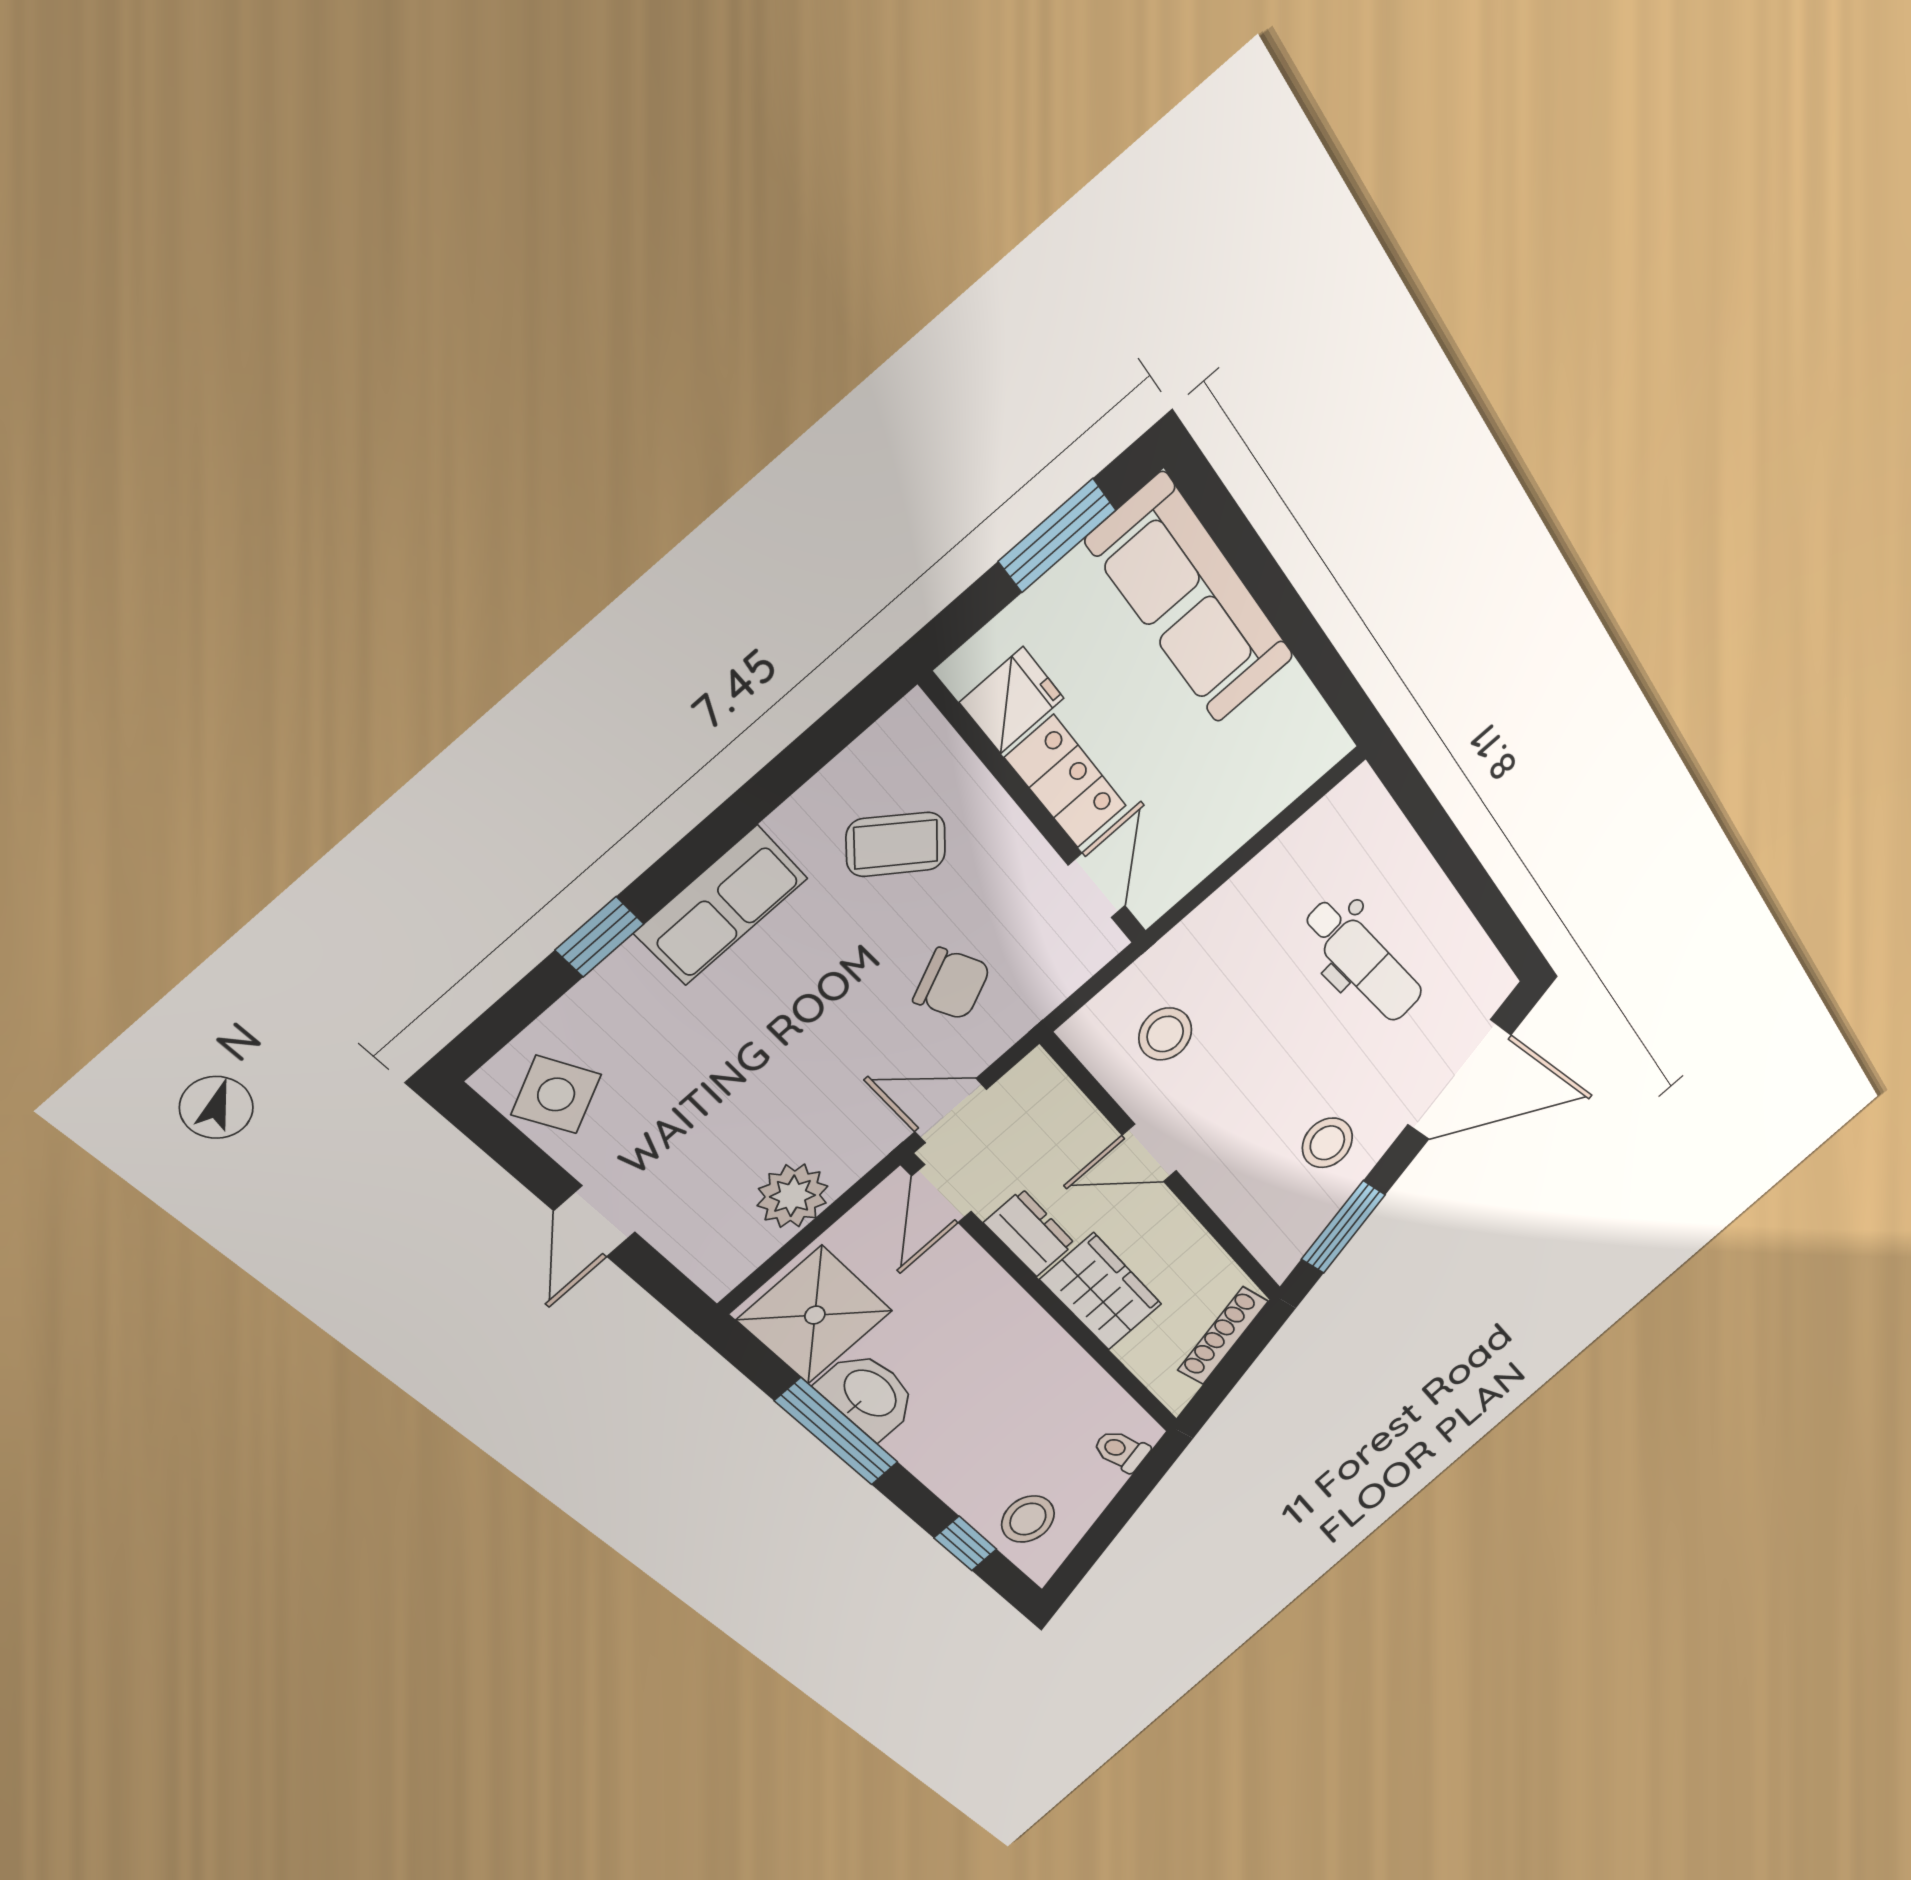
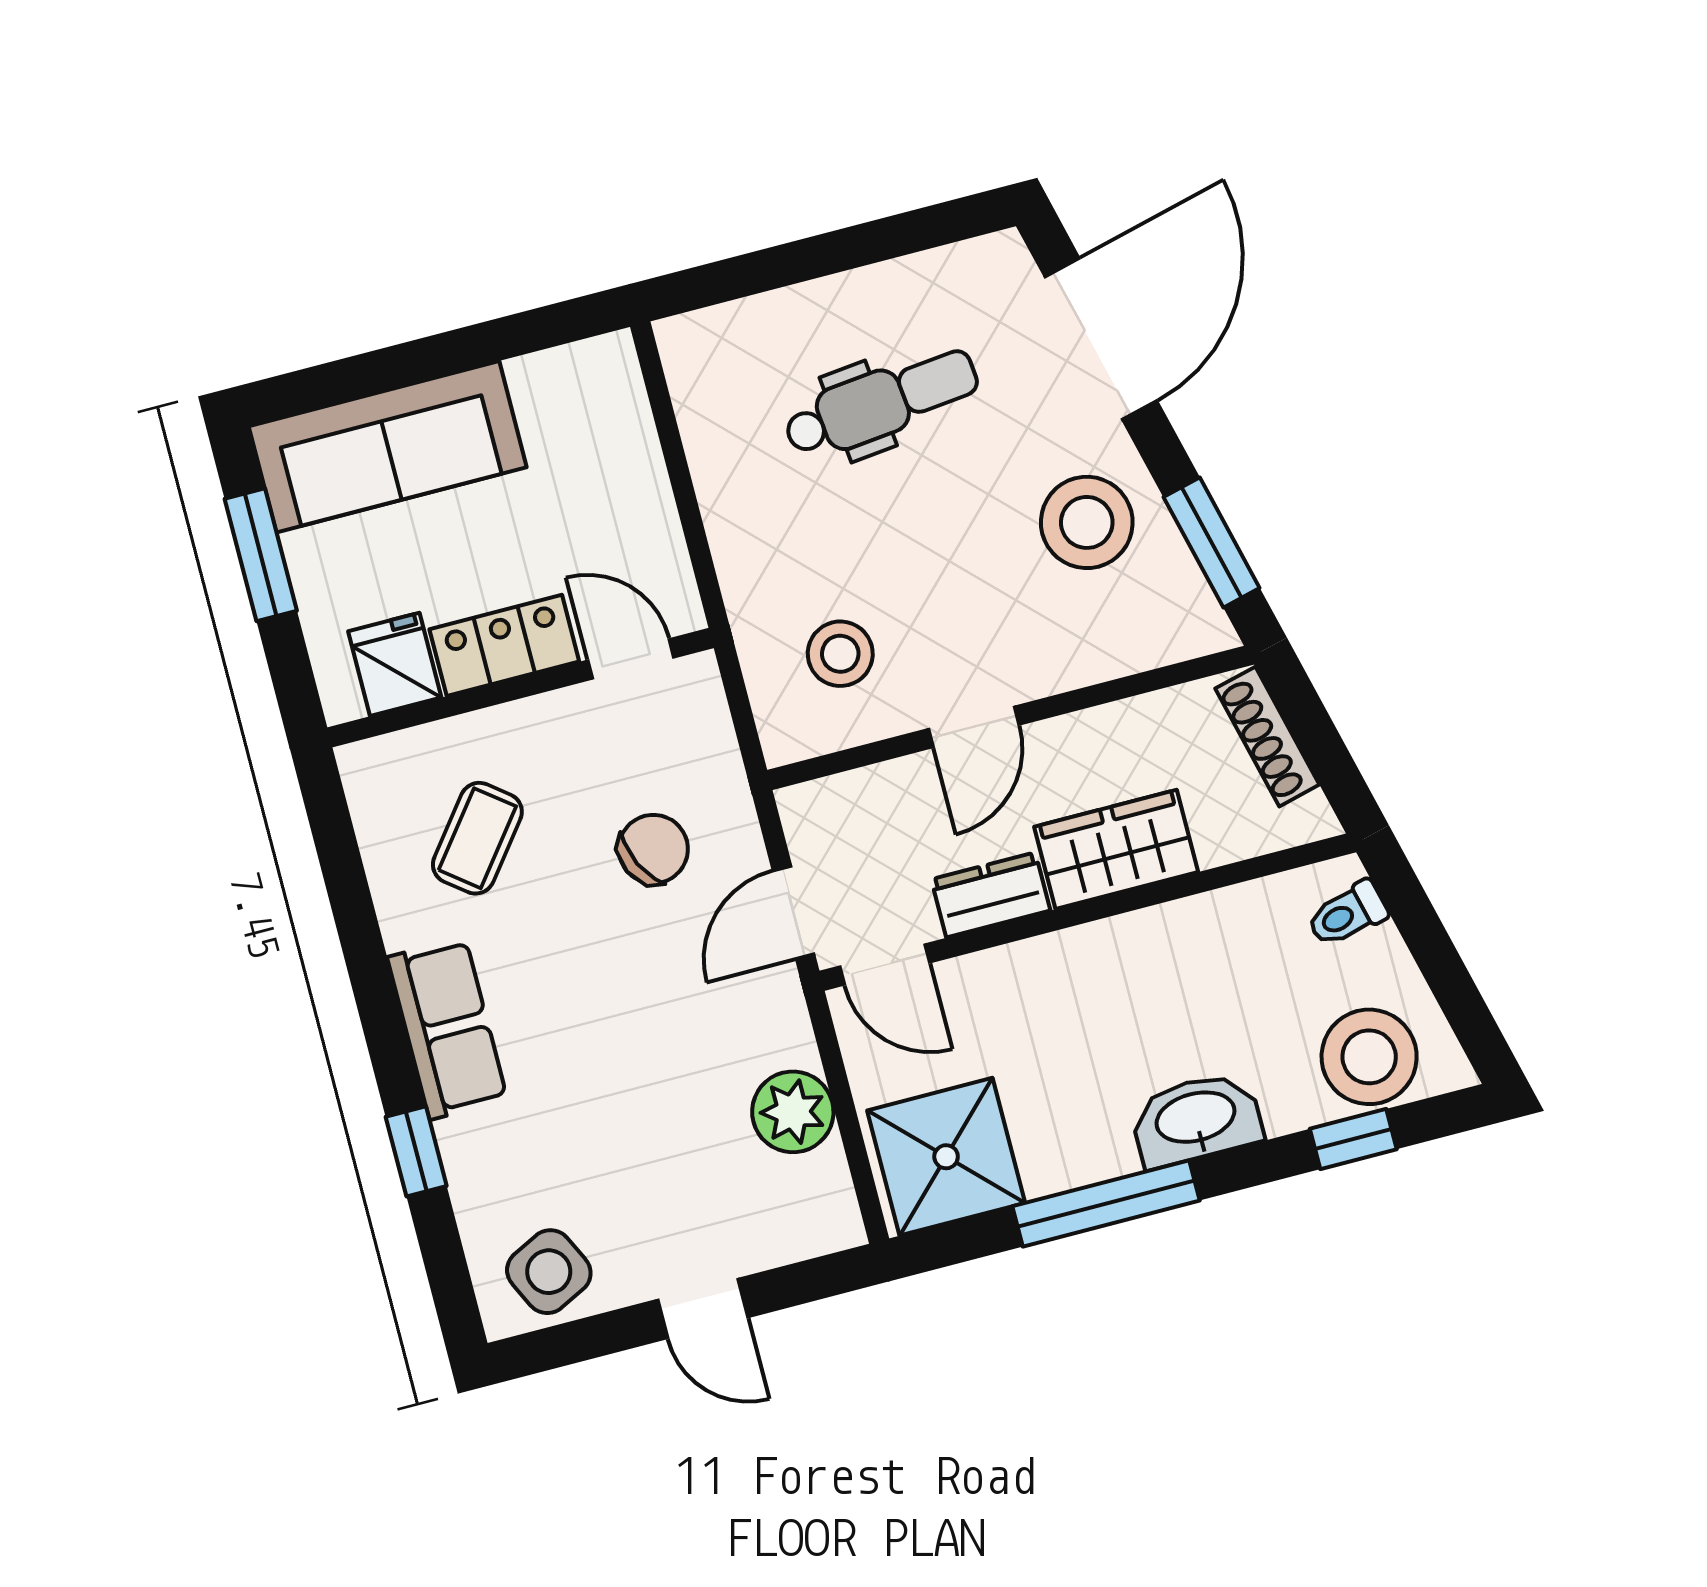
stool: (1327, 1143) -> (1087, 522), width x1.38, depth x1.38
washbasin: (869, 1394) -> (1196, 1119), moved
stool: (1028, 1519) -> (1369, 1057), width x1.38, depth x1.38

